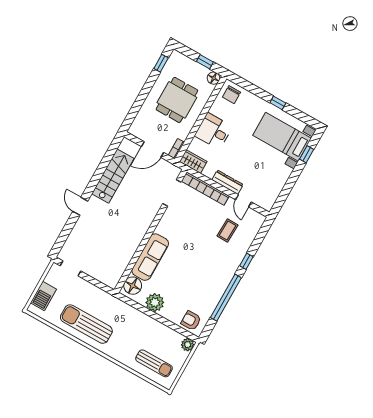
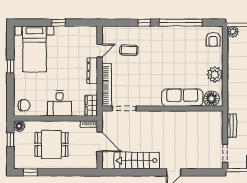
window: (307, 154) -> (59, 23), moved
bench: (94, 291) -> (232, 126), added

